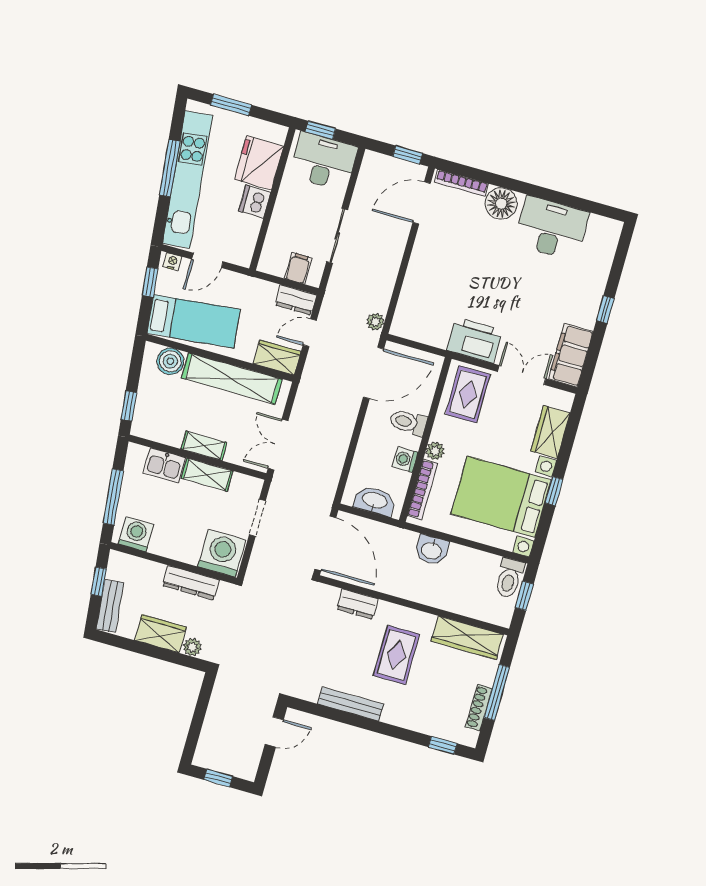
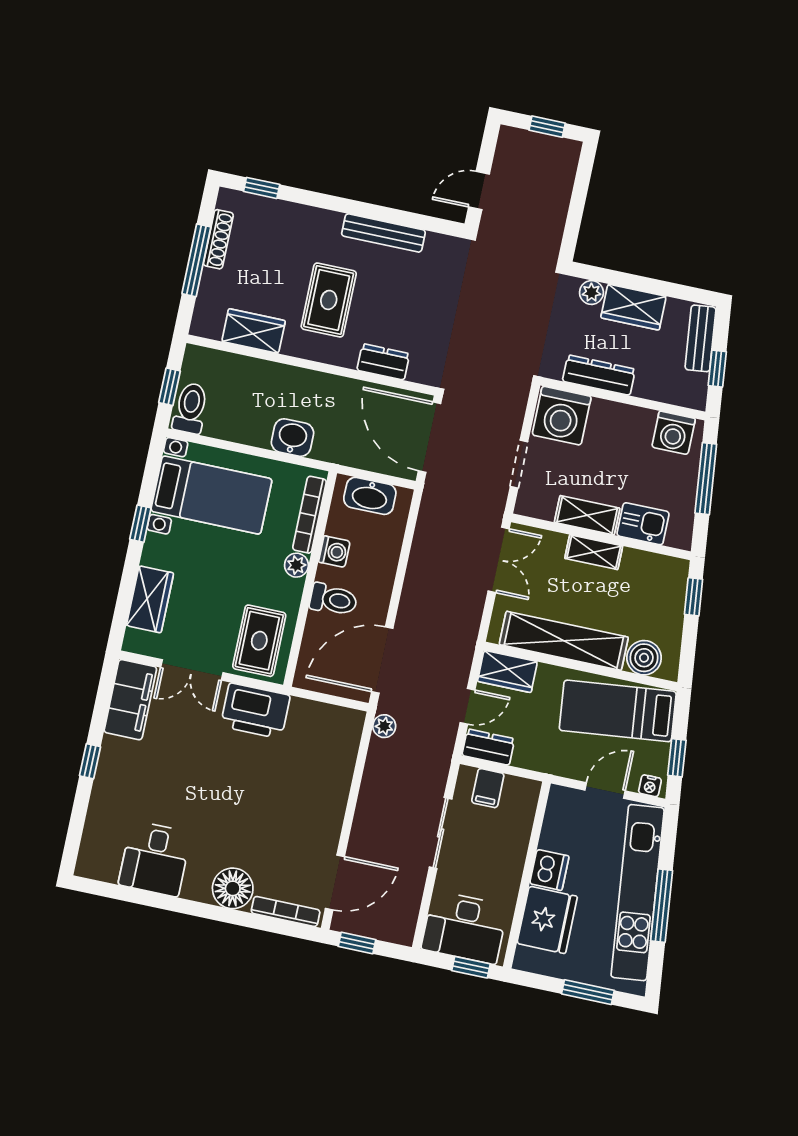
desk: (551, 228) -> (155, 859), width x0.73
bed with nightstands: (501, 497) -> (211, 495), width x0.73
wardrobe: (467, 638) -> (254, 331), width x0.67

